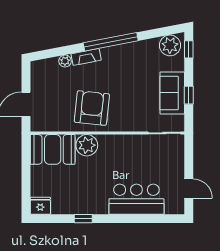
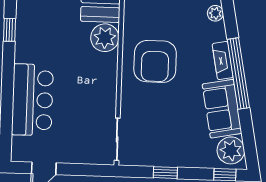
fireplace: (86, 57) -> (223, 61), moved
sofa: (172, 93) -> (222, 109), moved, turned -101
armchair: (92, 108) -> (155, 61), moved, turned 84

